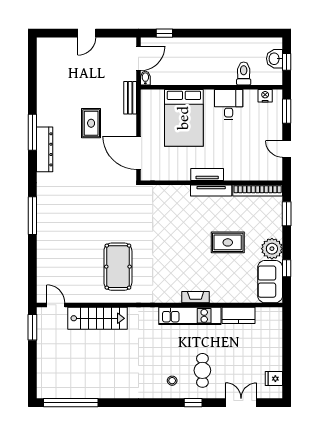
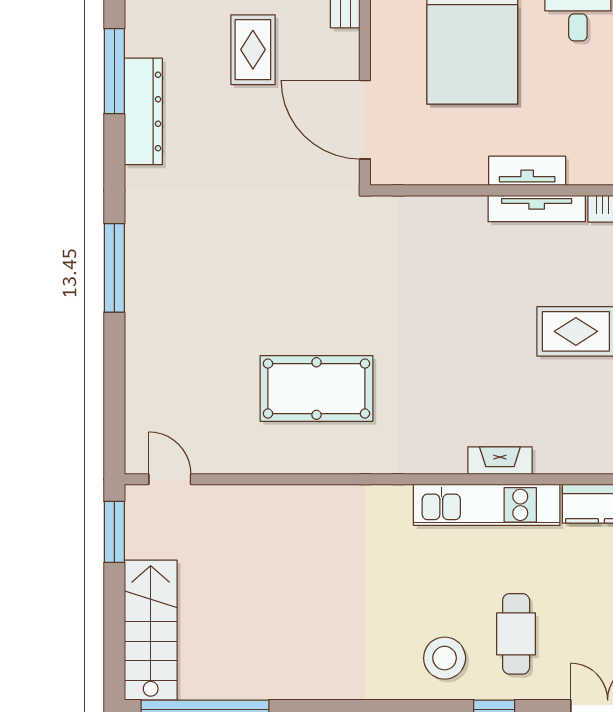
pool table: (118, 267) -> (316, 389), turned 90
stairs: (97, 318) -> (151, 630), moved, turned -90
stool: (172, 381) -> (445, 658), width x1.89, depth x1.89

